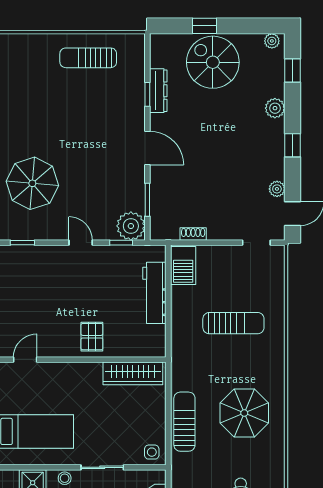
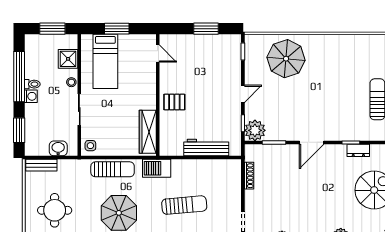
dresser: (158, 91) -> (358, 150), width x0.70
shoe rack: (193, 234) -> (249, 176), width x1.43
barbecue: (183, 266) -> (157, 168), moved
sun lounger: (233, 323) -> (184, 205), turned -95

